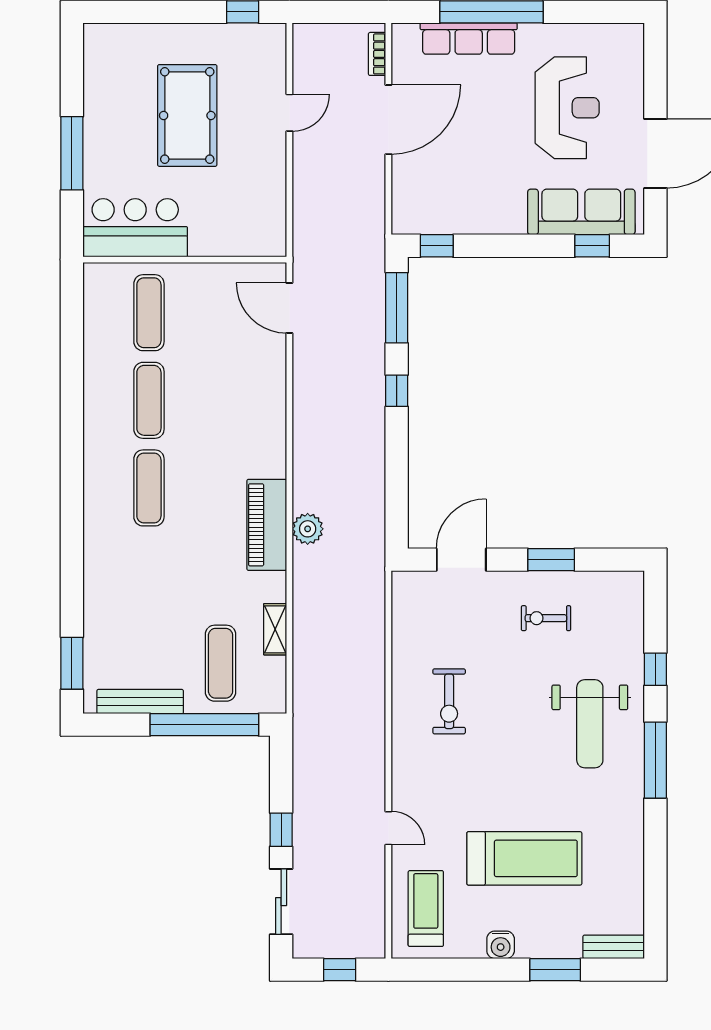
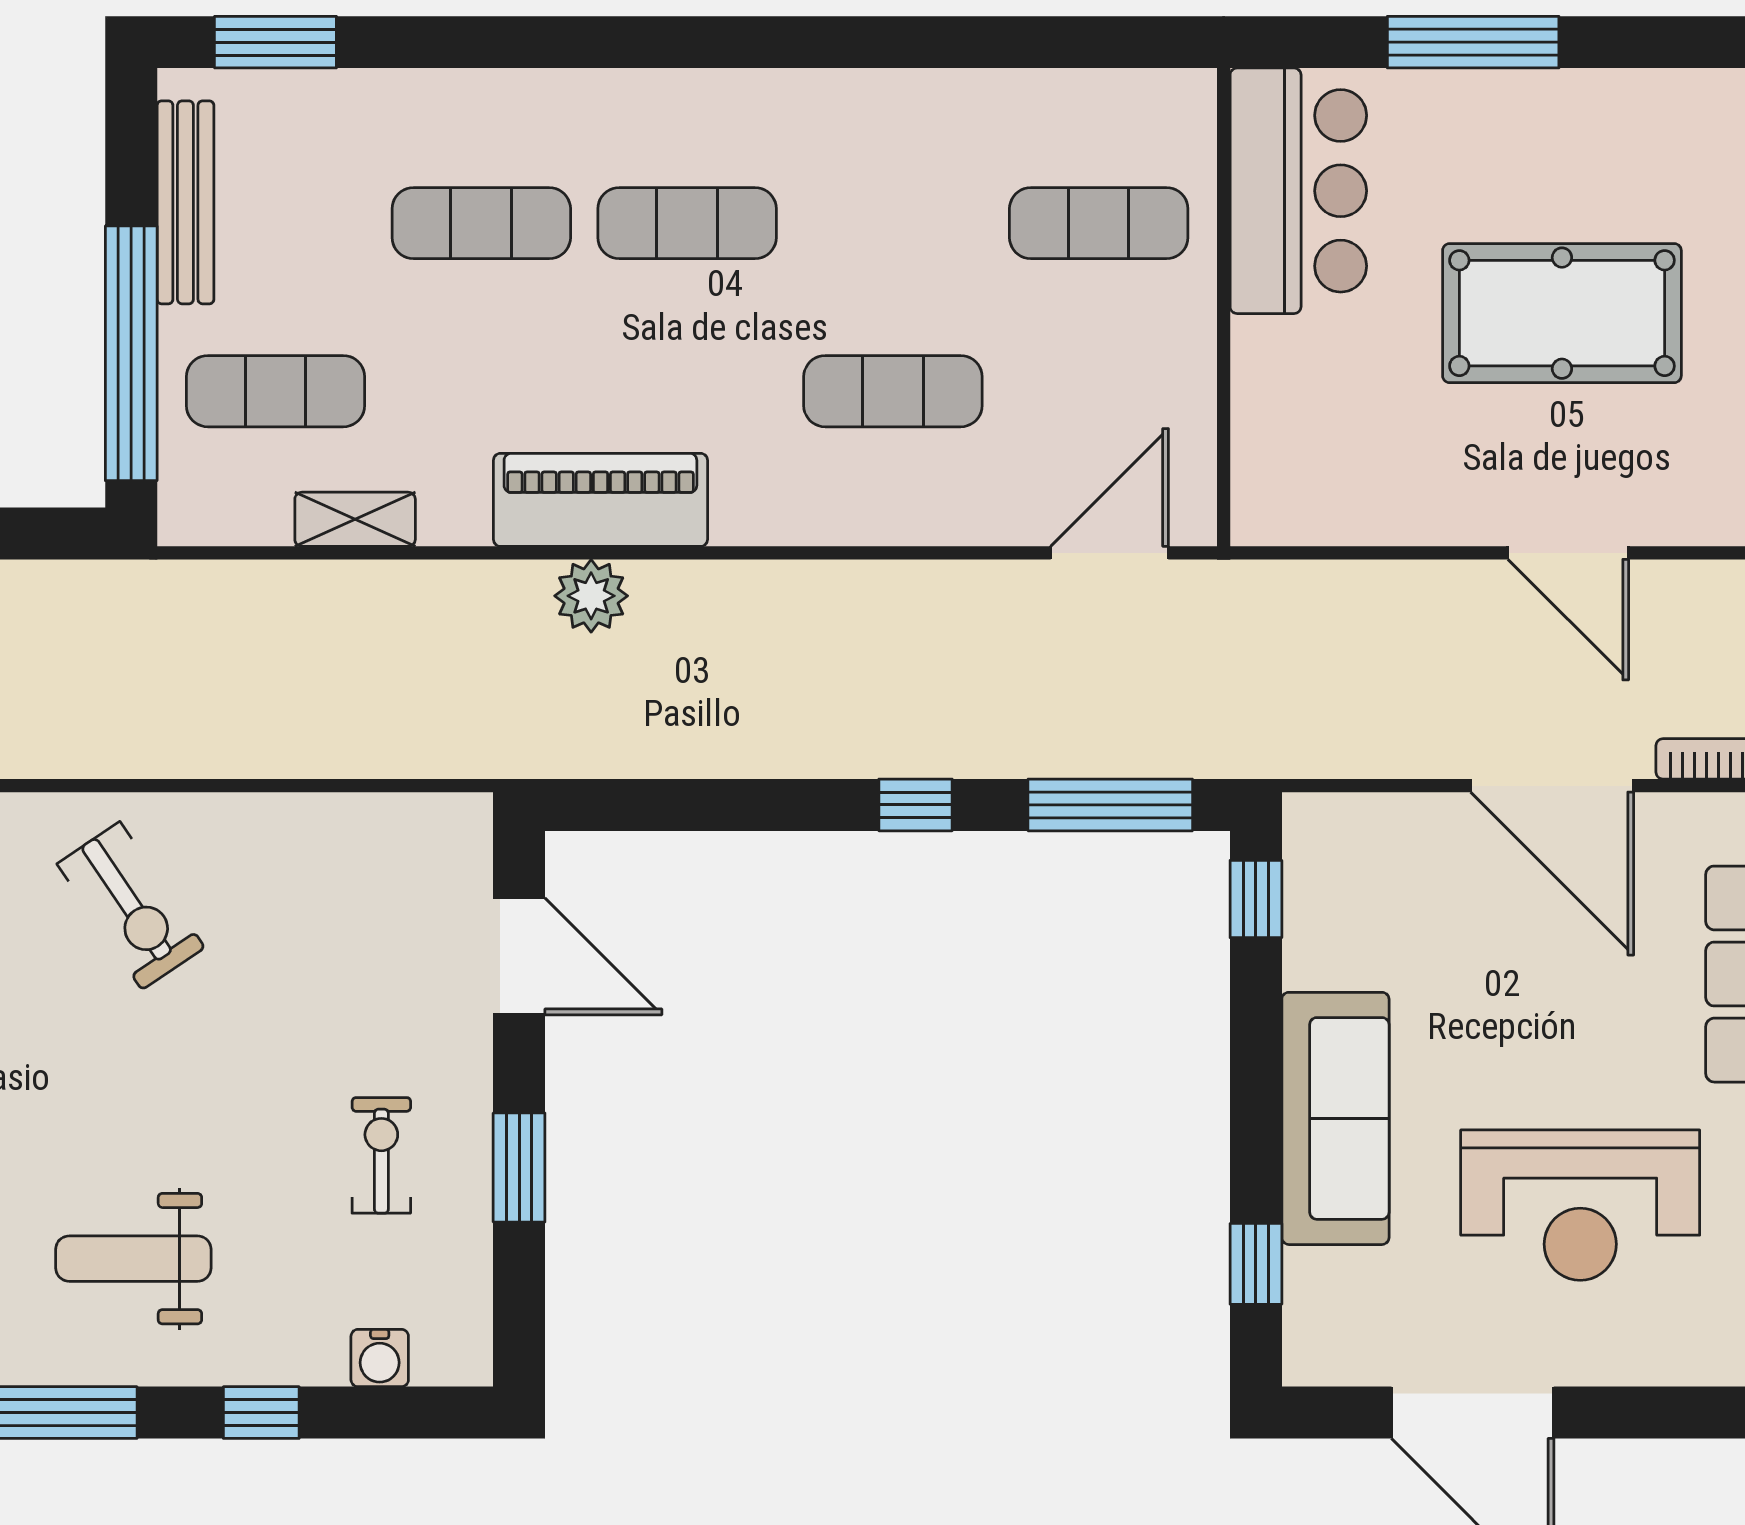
door: (289, 113) -> (1568, 553), width x1.38
sofa: (581, 212) -> (1335, 1118), moved
exercise mat: (149, 400) -> (893, 391), moved
exercise mat: (149, 576) -> (481, 223), added
water cooler: (632, 619) -> (380, 1358), added
exercise bike: (449, 701) -> (131, 906), moved, turned -124
weight bench: (590, 724) -> (133, 1259), width x0.73, depth x0.75

